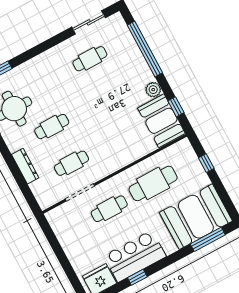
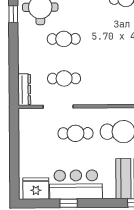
dresser: (25, 166) -> (24, 90), moved

